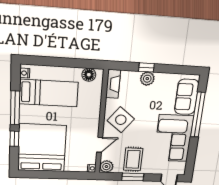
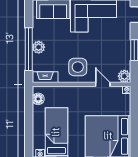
window: (146, 67) -> (29, 49), width x3.17
side table: (121, 120) -> (78, 67), turned -38
rug: (133, 159) -> (116, 52), removed

